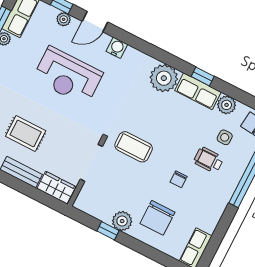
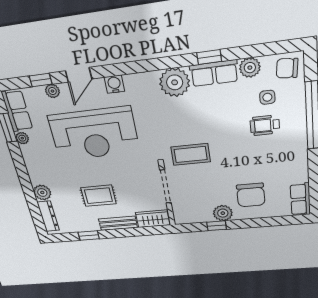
reception desk: (68, 76) -> (94, 134), width x1.36, depth x1.30
chair: (179, 179) -> (248, 156), removed

